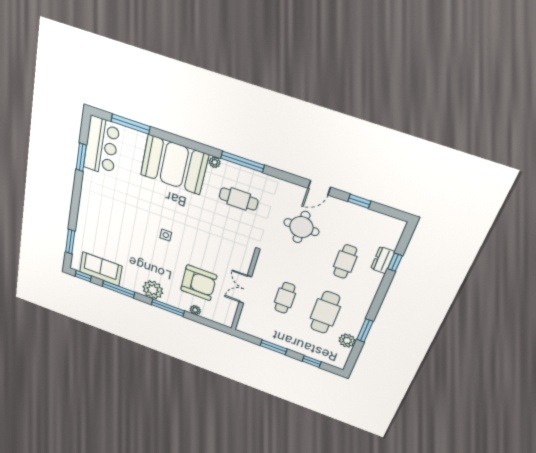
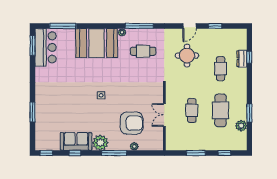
window: (81, 157) -> (33, 46), moved
window: (70, 242) -> (33, 112), moved
sofa: (101, 269) -> (76, 141), moved
window: (118, 289) -> (75, 153), width x0.46

